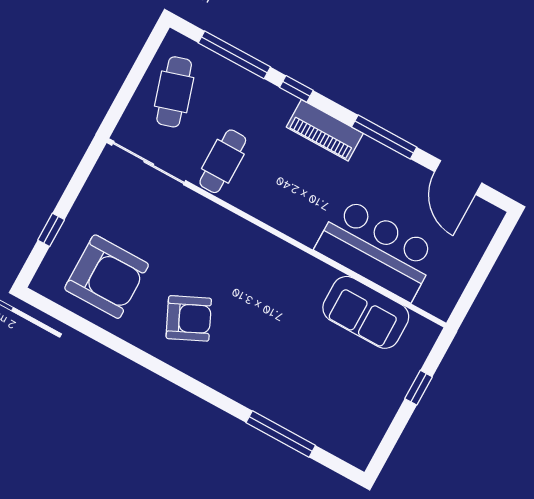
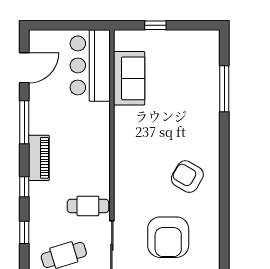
window: (234, 55) -> (24, 232), width x0.46
bar counter: (377, 249) -> (90, 65), moved
armchair: (107, 277) -> (168, 237), moved, turned 180
armchair: (189, 318) -> (187, 177), turned -35

